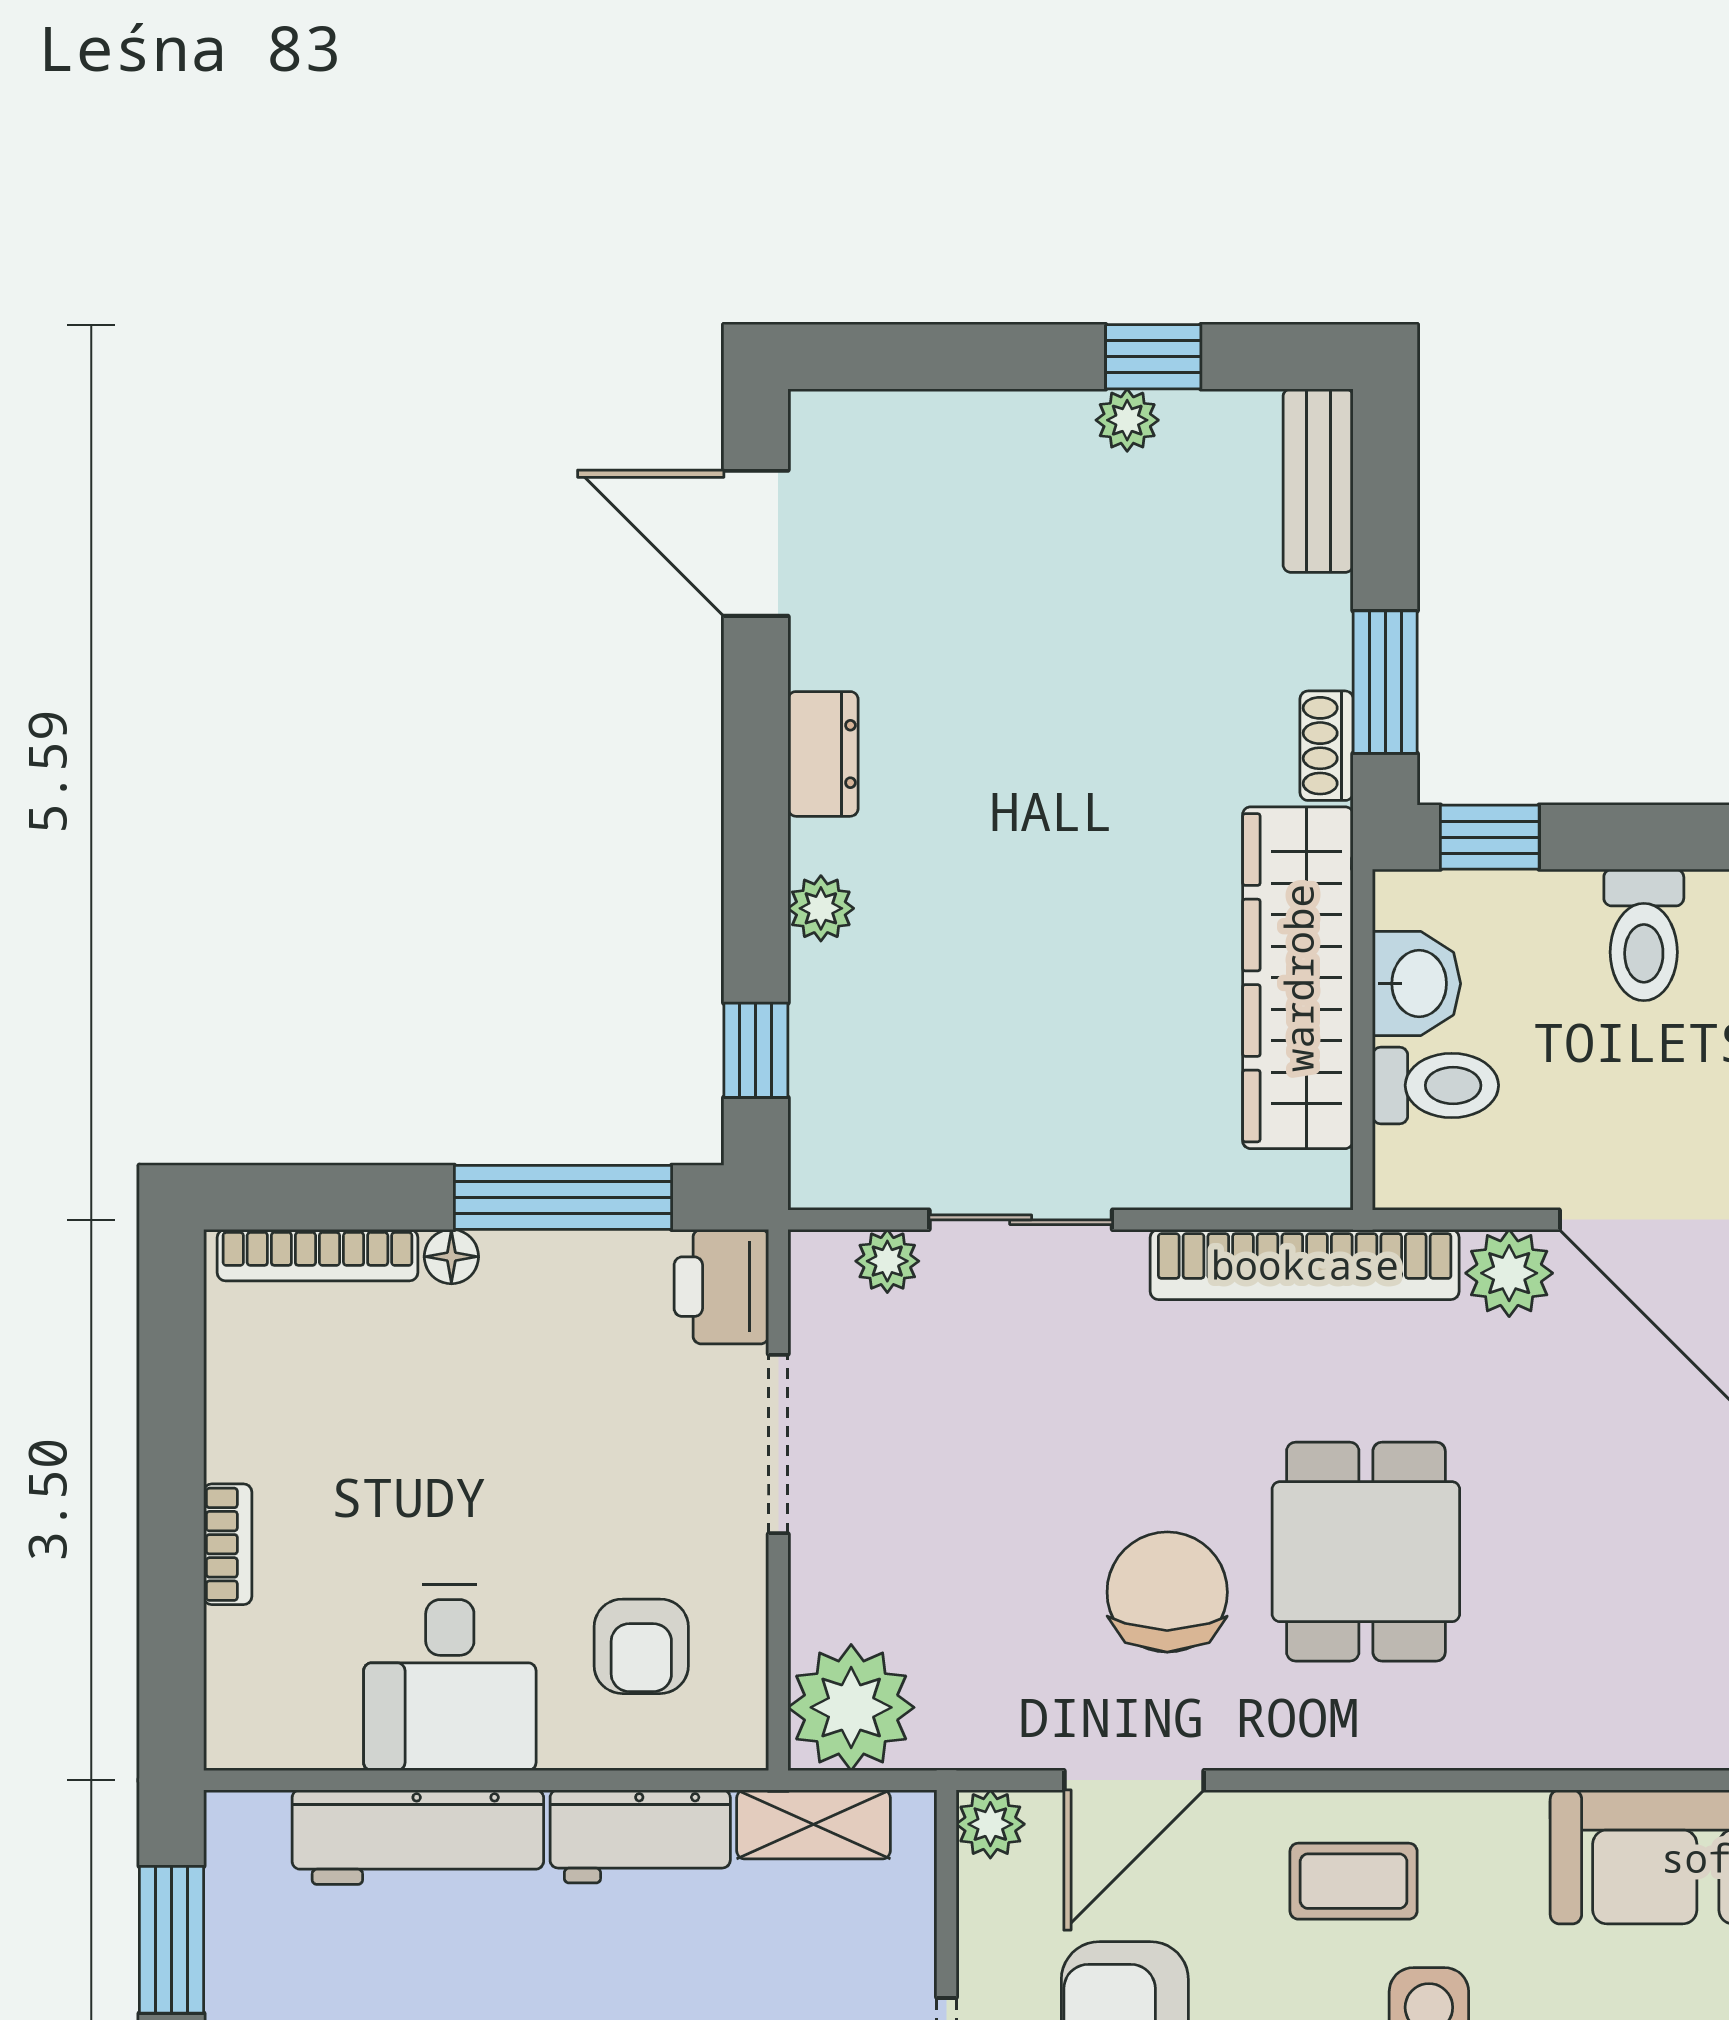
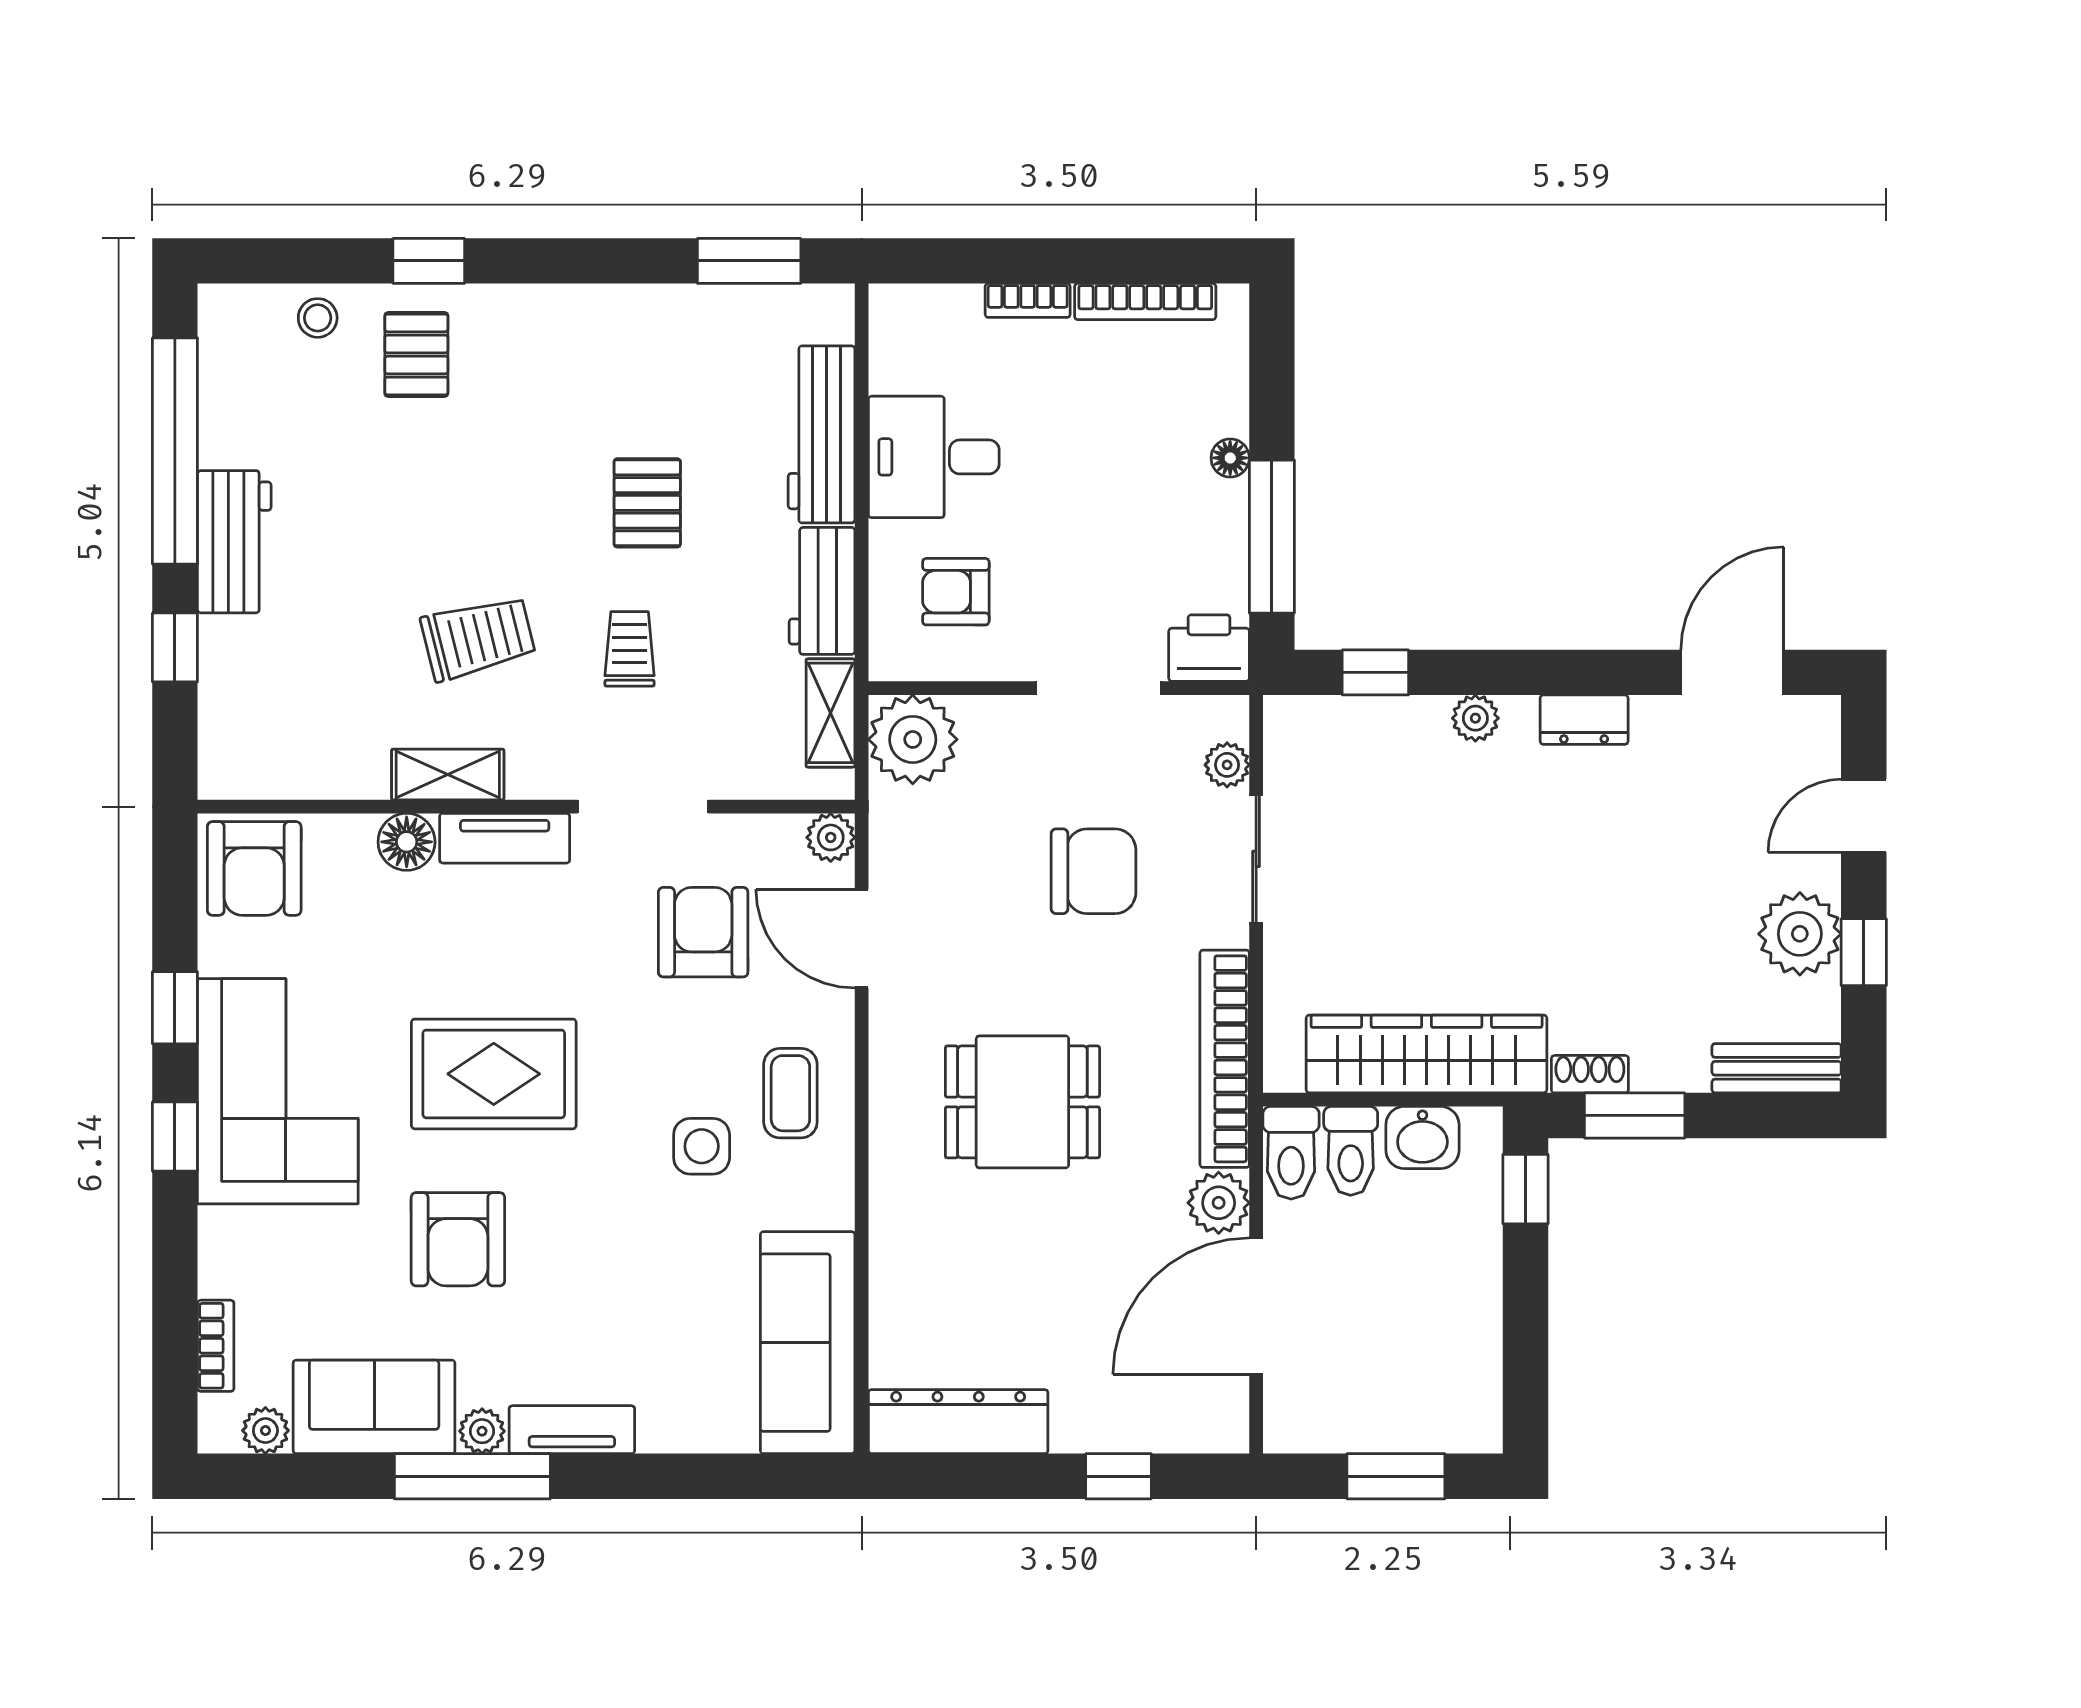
door: (960, 357) -> (1864, 816), added
plant: (1127, 420) -> (1800, 934), width x1.88, depth x1.88
toilet: (1644, 935) -> (1291, 1153), moved, turned -90
bookcase: (317, 1255) -> (1145, 302), moved, turned -90
chair: (1167, 1592) -> (1093, 871), moved

